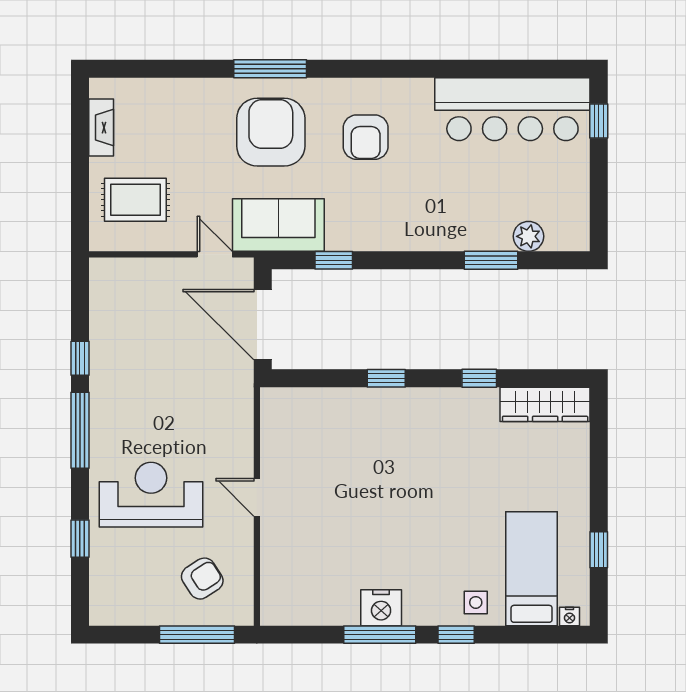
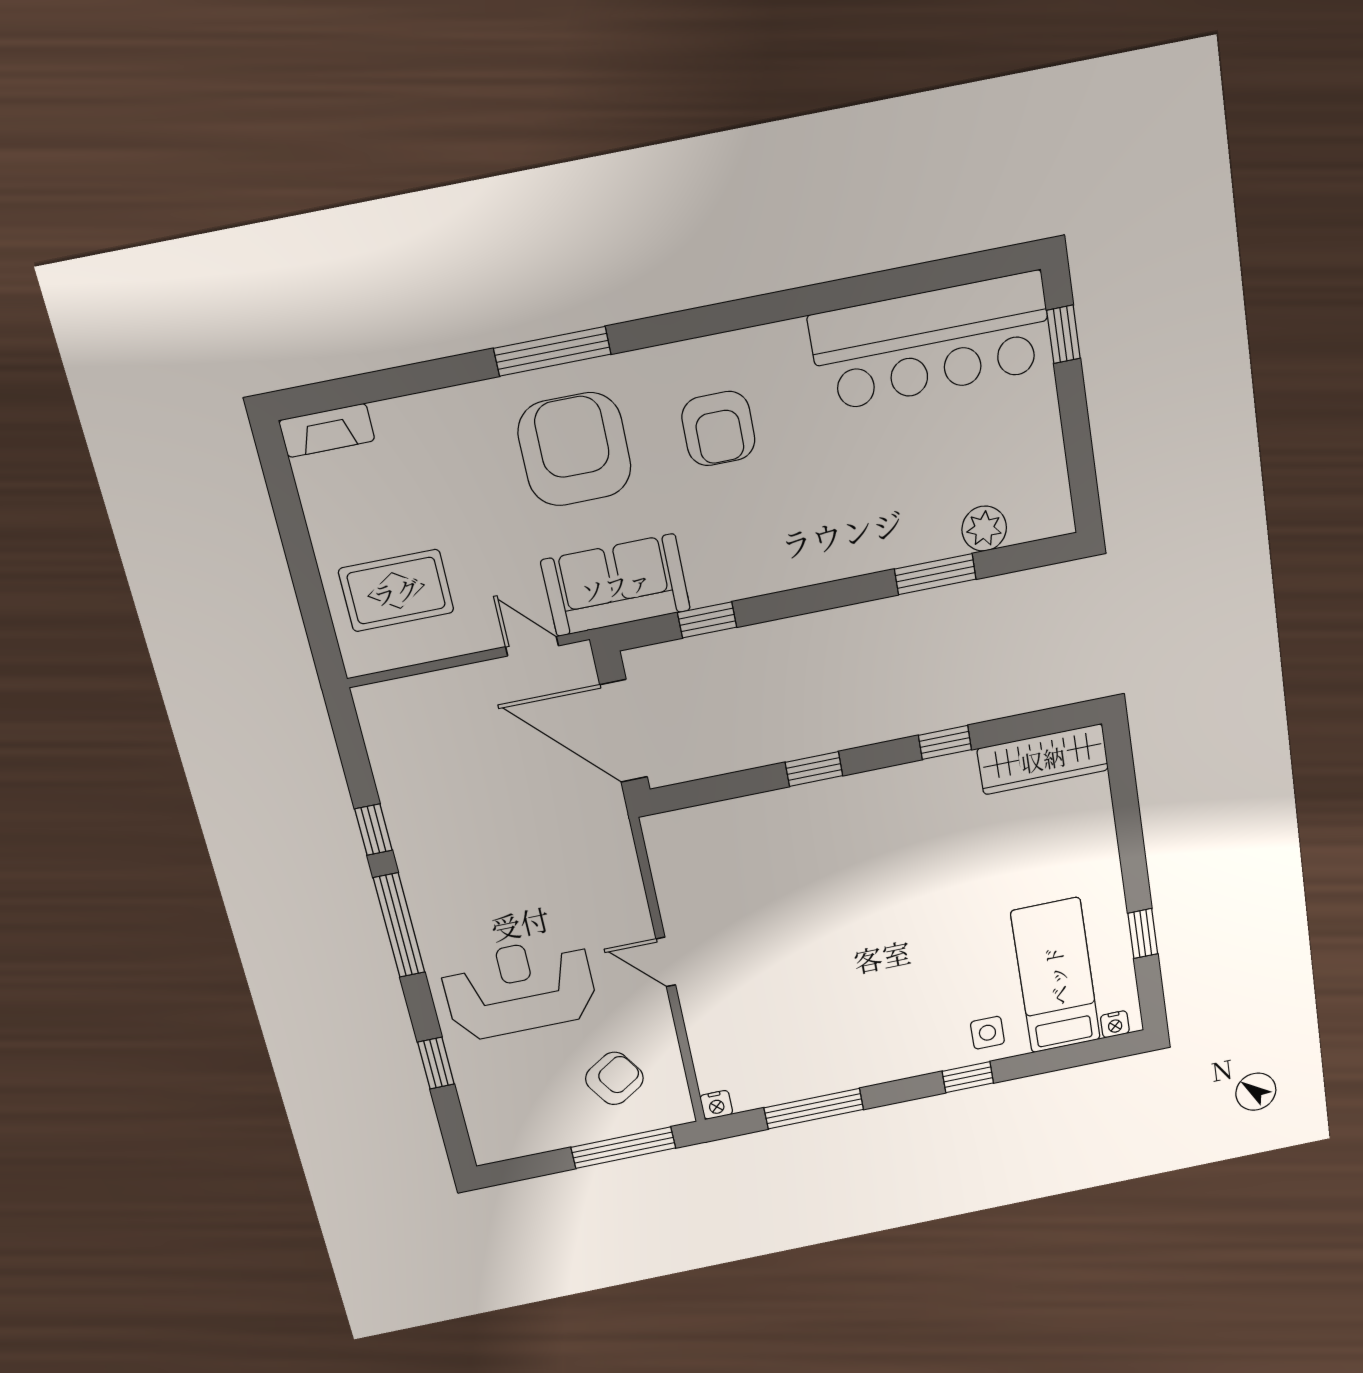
fireplace: (101, 128) -> (327, 430), moved, turned 90
nightstand: (381, 608) -> (716, 1105), moved, width x0.53, depth x0.56
window: (380, 635) -> (814, 1109), moved

